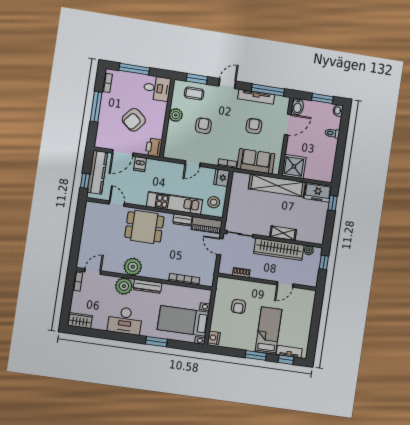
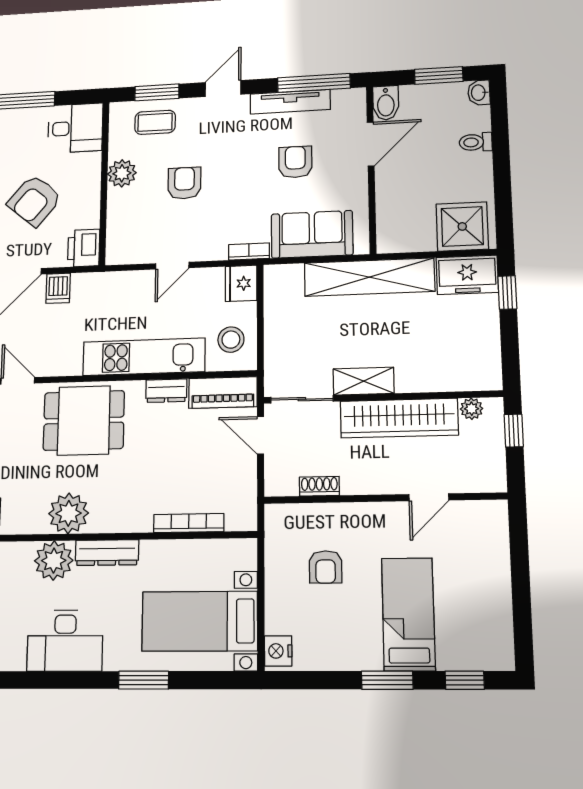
shower: (294, 166) -> (462, 226), moved
shelving: (283, 233) -> (364, 381), moved
tv unit: (289, 352) -> (469, 659), removed

